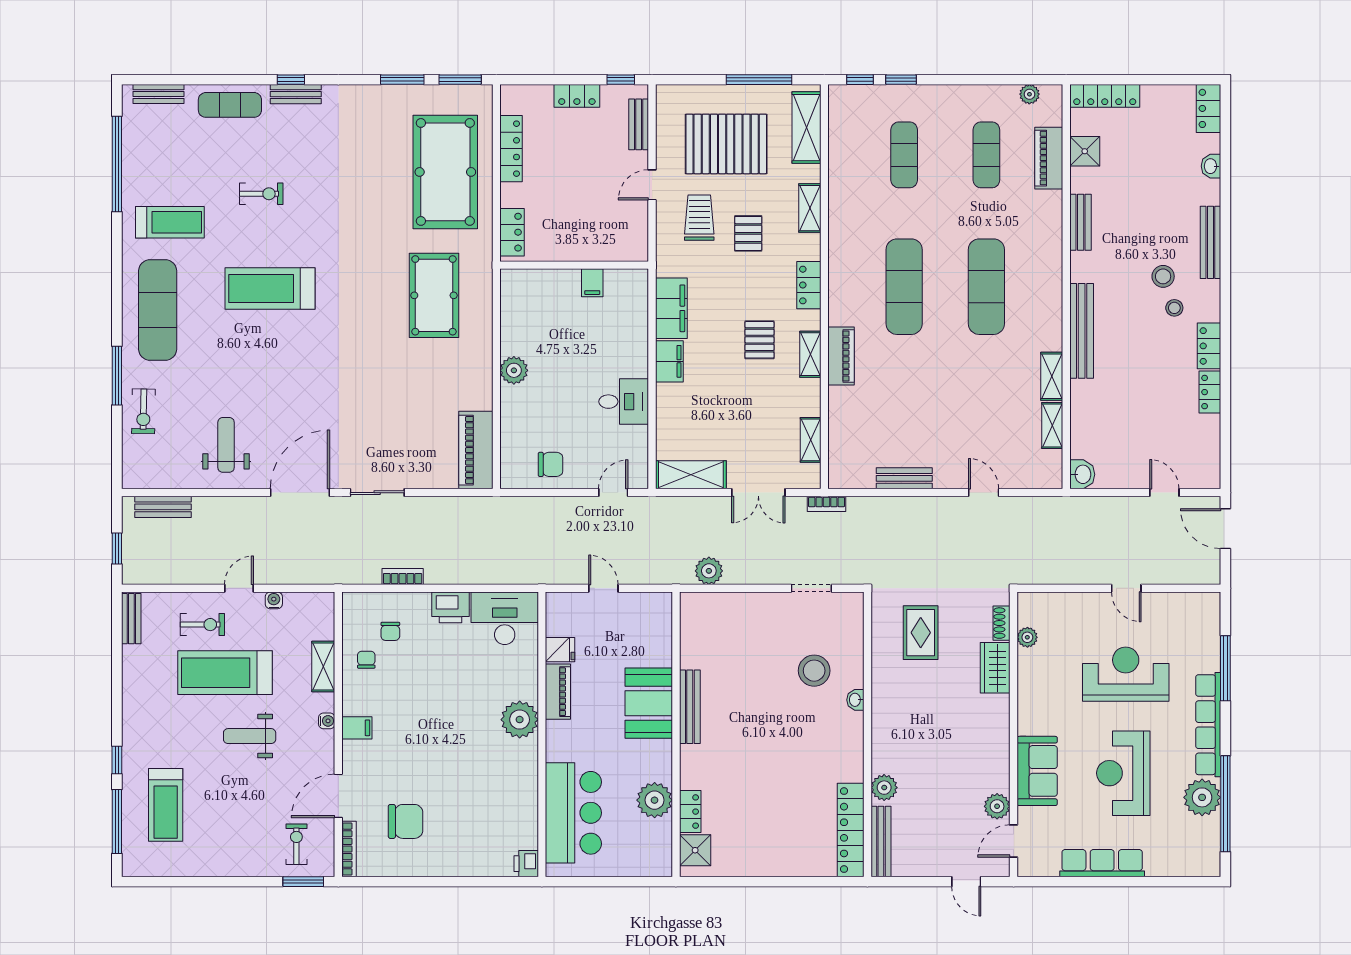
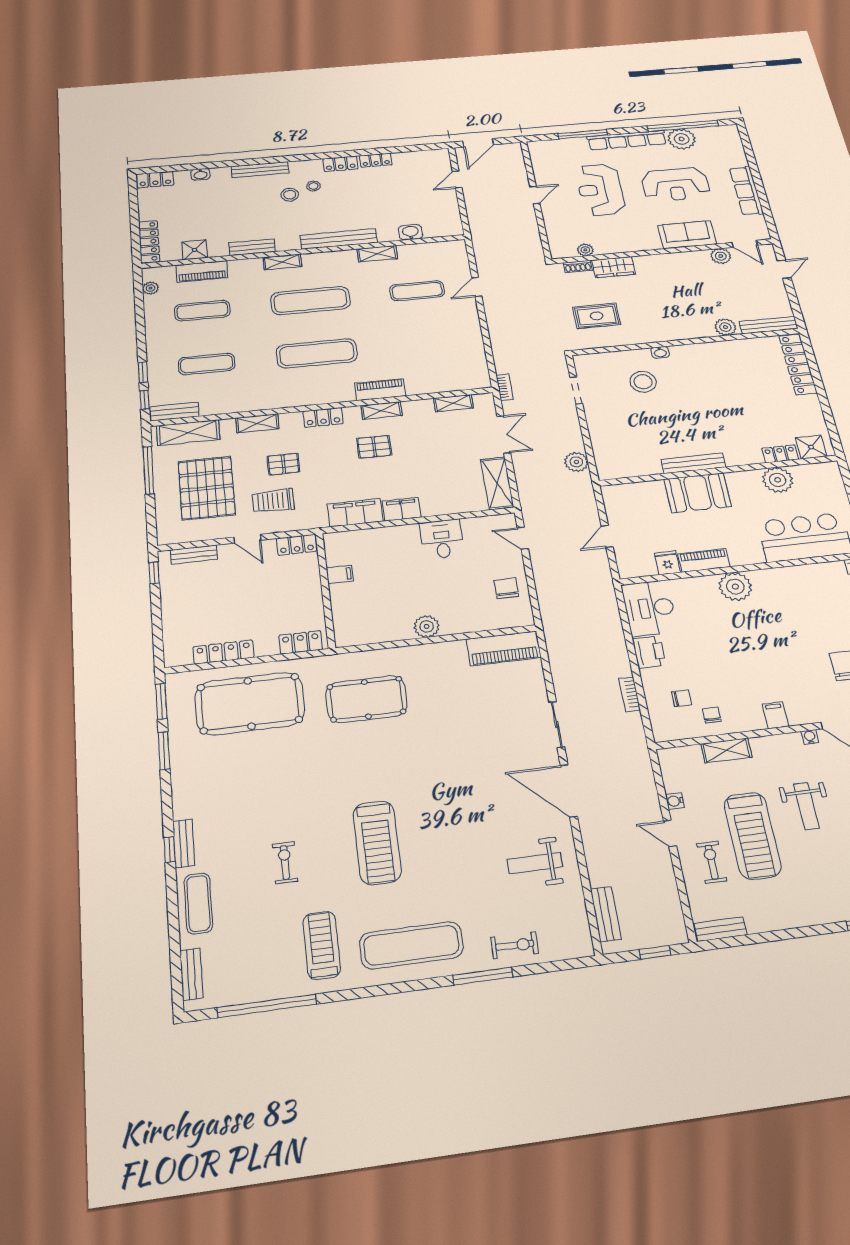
locker: (577, 96) -> (297, 545), moved, turned 90
exercise mat: (986, 418) -> (417, 291), added
shelving: (1052, 425) -> (282, 262), moved
washbasin: (1082, 474) -> (411, 232), moved
bench: (904, 478) -> (174, 412), moved, turned 90
chair: (366, 660) -> (712, 715), turned 90
water cooler: (327, 721) -> (810, 737), moved
locker: (851, 830) -> (798, 364), moved, turned 90

